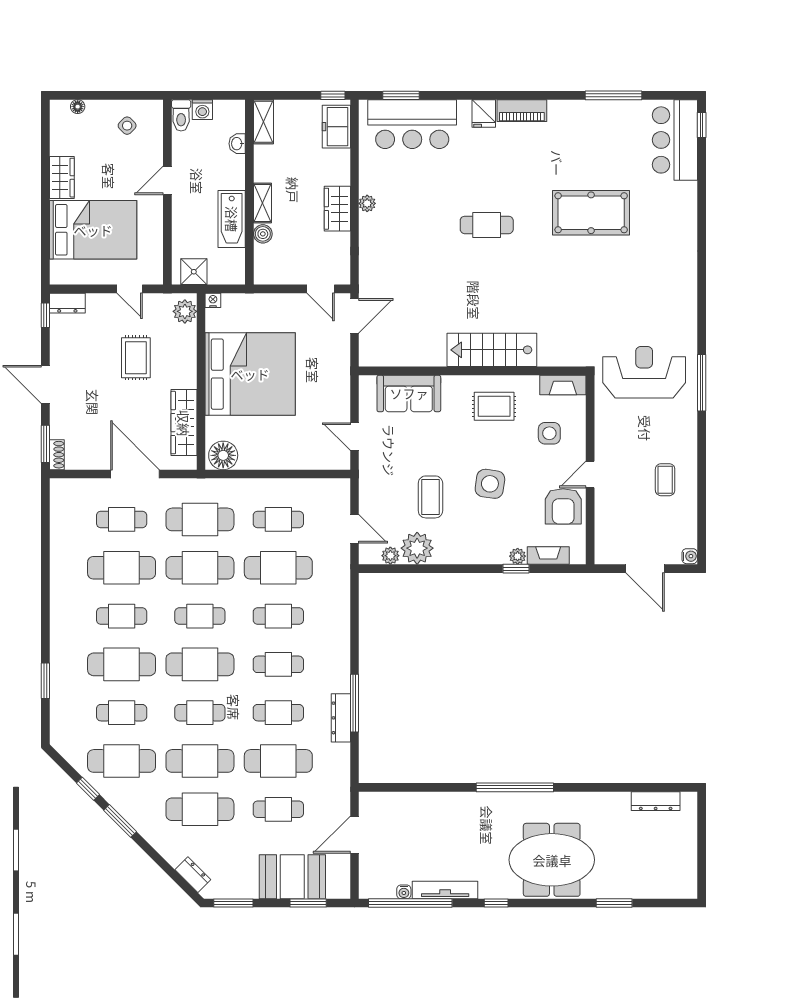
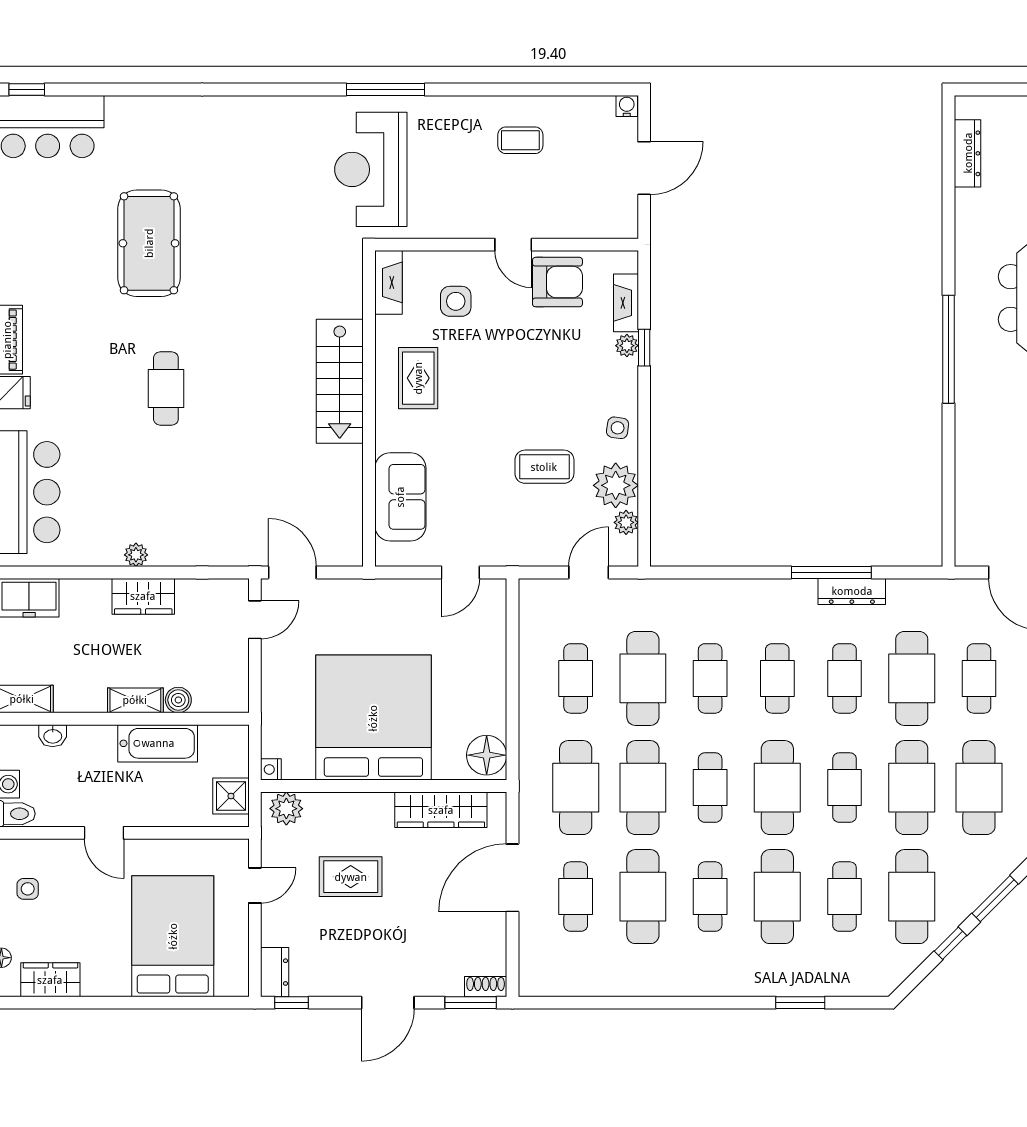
side table: (127, 126) -> (28, 889), turned 45
wardrobe: (62, 178) -> (50, 980), moved
side table: (490, 484) -> (618, 428), moved, width x0.54, depth x0.54

